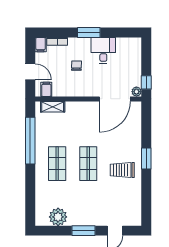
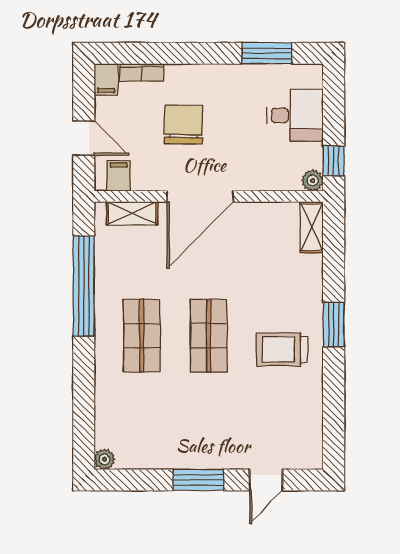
window: (89, 32) -> (267, 53), moved
desk: (103, 50) -> (295, 115), moved, turned 90
chair: (77, 66) -> (183, 125), width x1.87, depth x1.87
door: (115, 99) -> (200, 196), moved
shelving: (136, 113) -> (312, 227), added
plant: (58, 217) -> (104, 459), moved, width x0.53, depth x0.53

